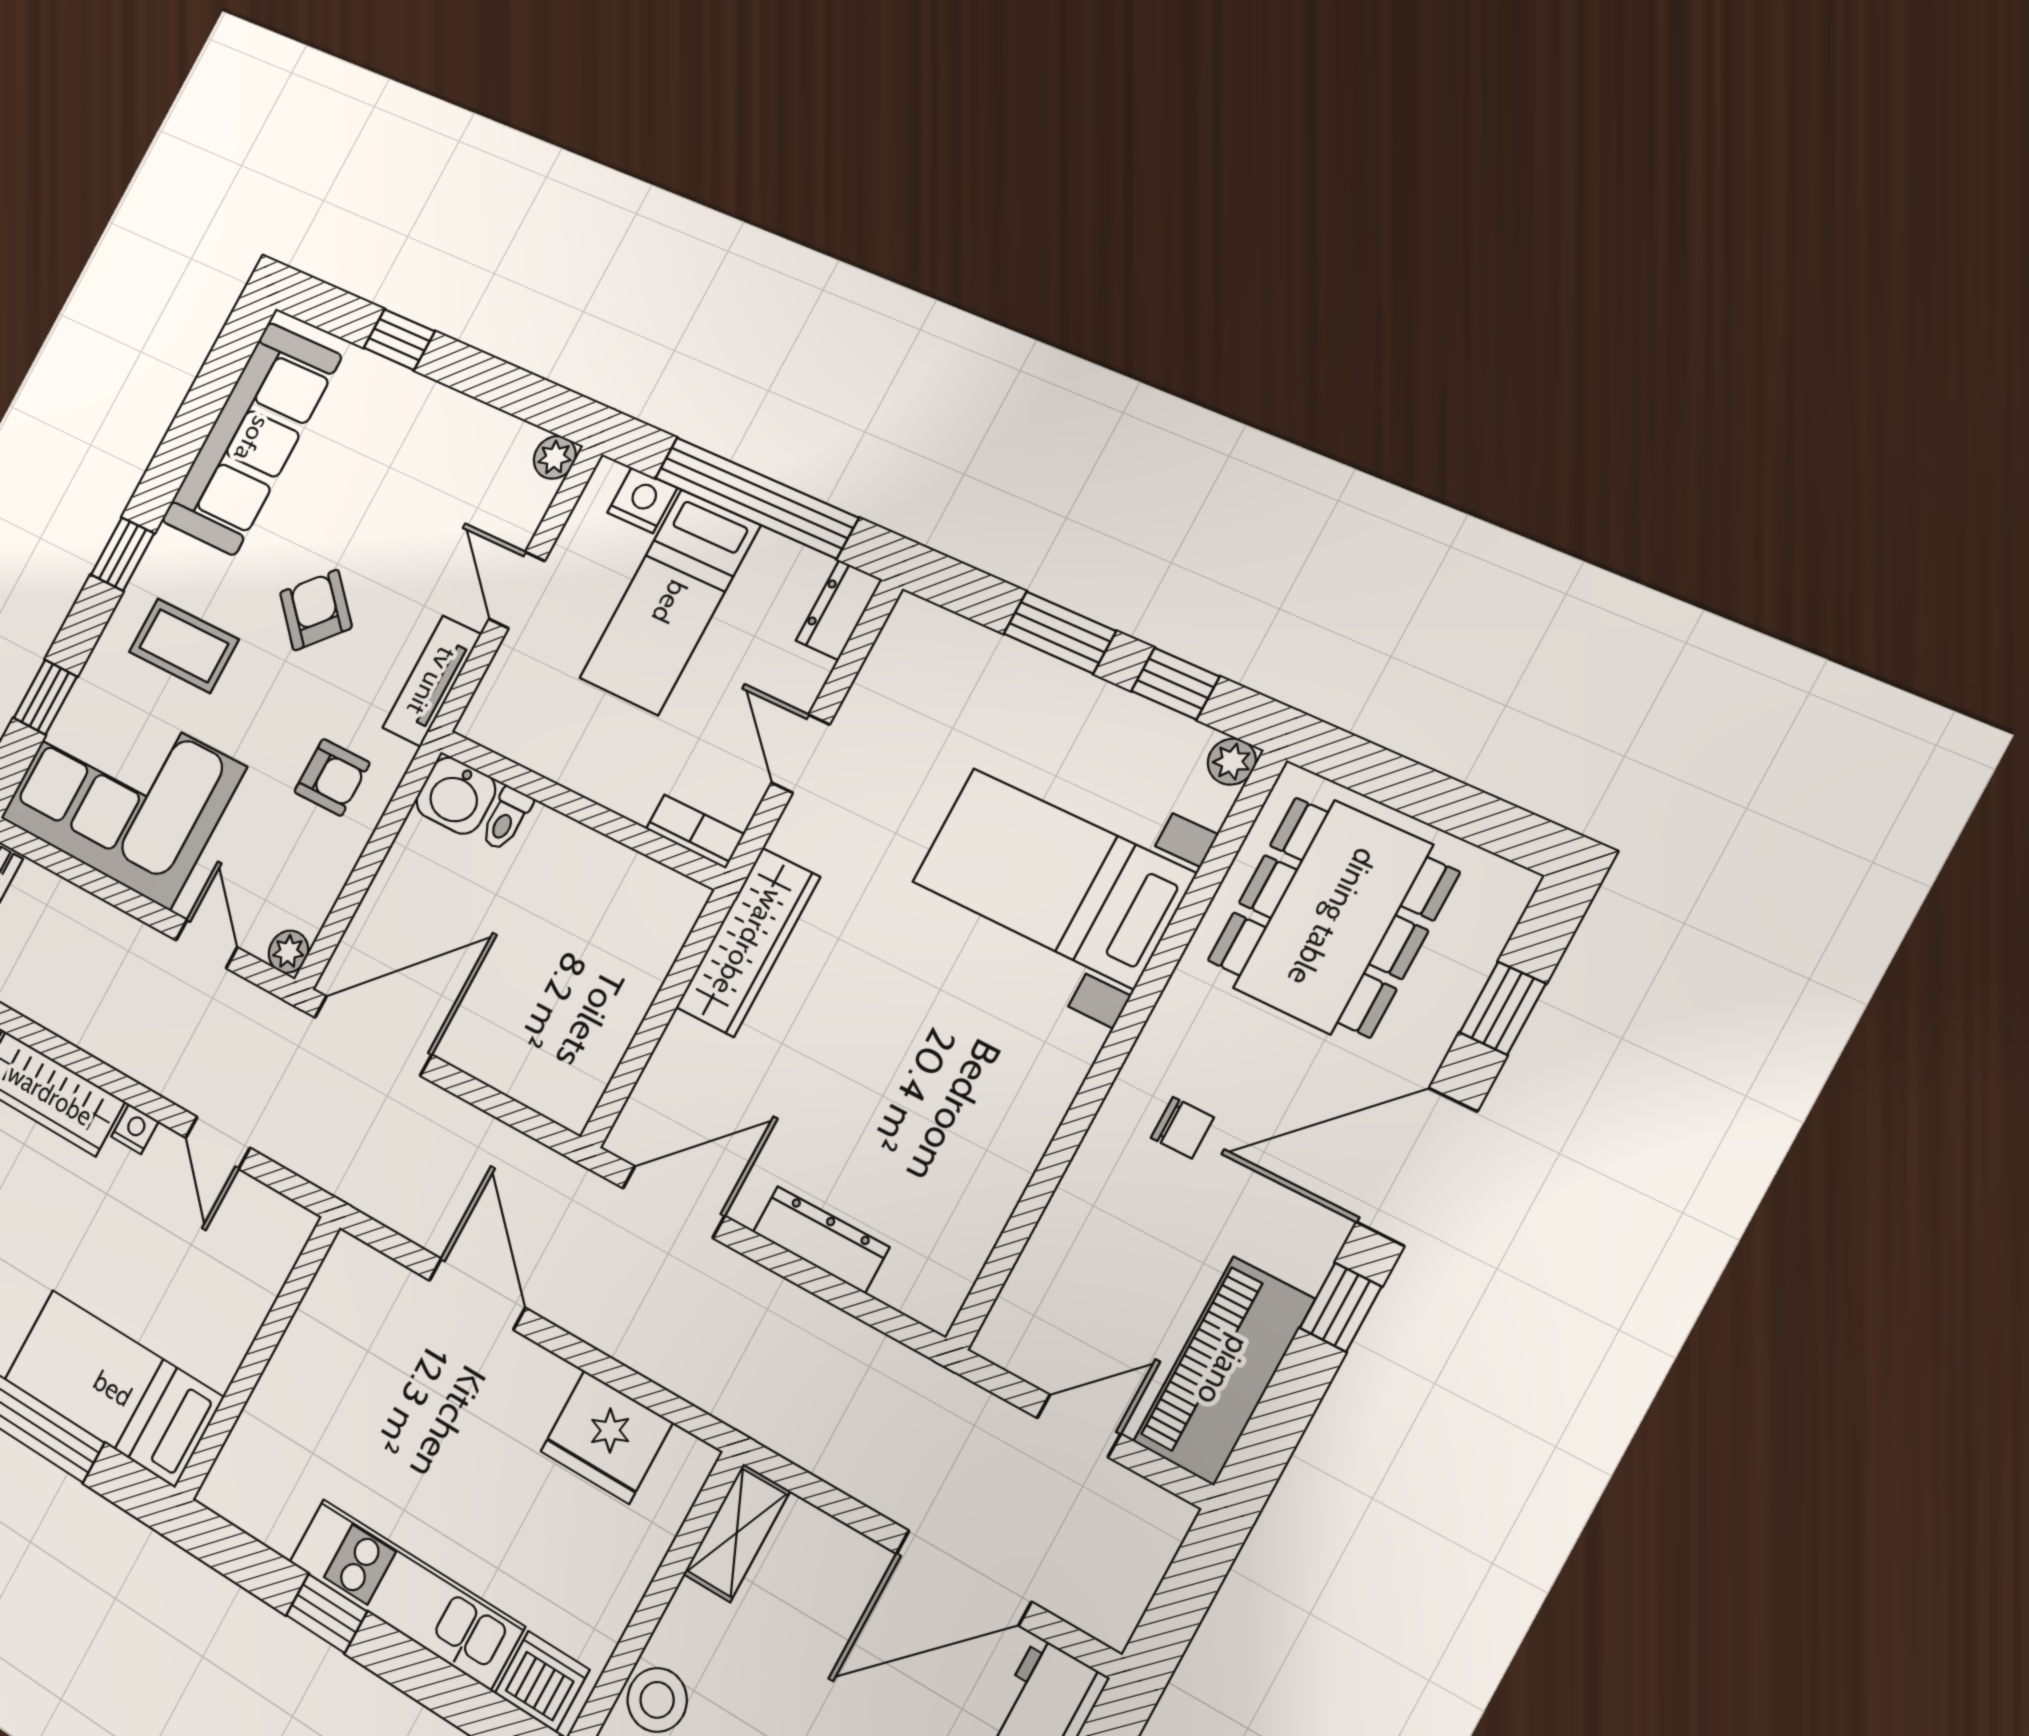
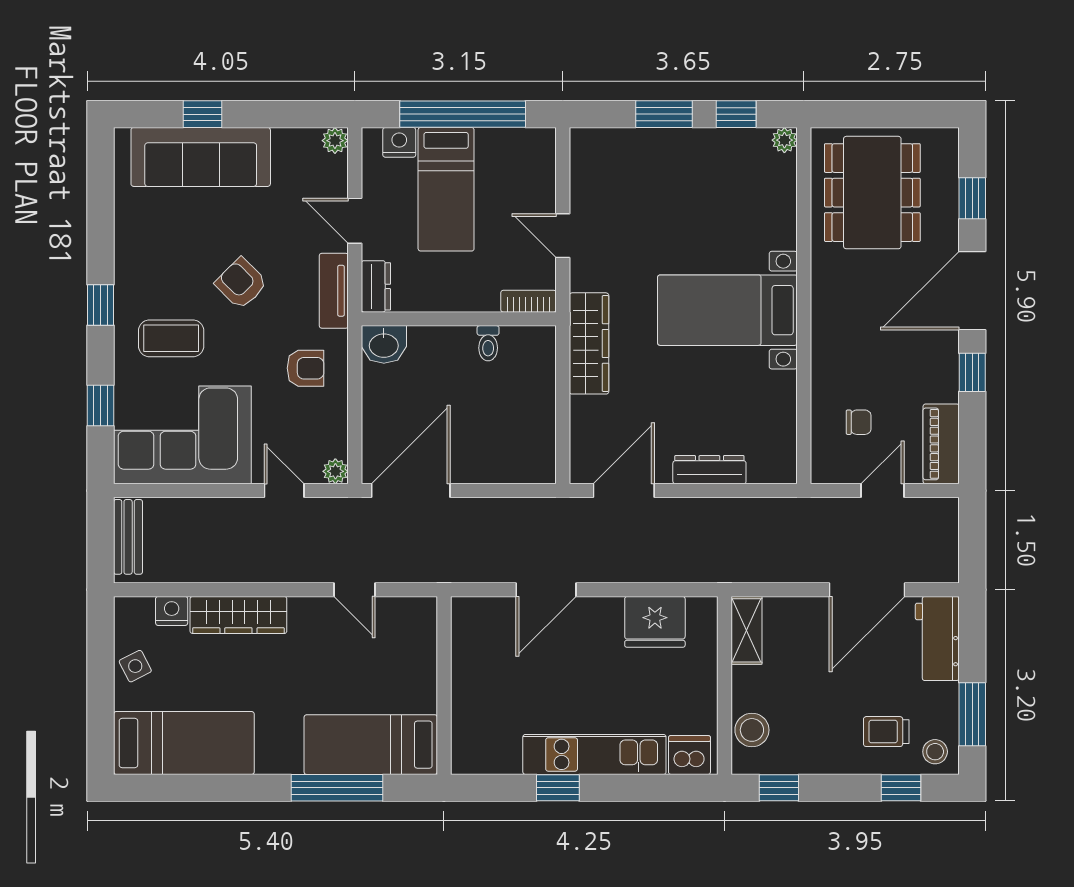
sofa: (252, 439) -> (201, 157), moved, turned 90
dresser: (839, 610) -> (376, 286), moved, turned 180
toilet: (506, 819) -> (488, 343), moved
bed with nightstands: (1053, 878) -> (727, 310), moved
chair: (1182, 1128) -> (859, 422), moved
nightstand: (135, 1129) -> (301, 607), removed
door: (477, 1294) -> (546, 590), swing flipped
piano: (1224, 1371) -> (941, 444), width x0.73, depth x0.75

